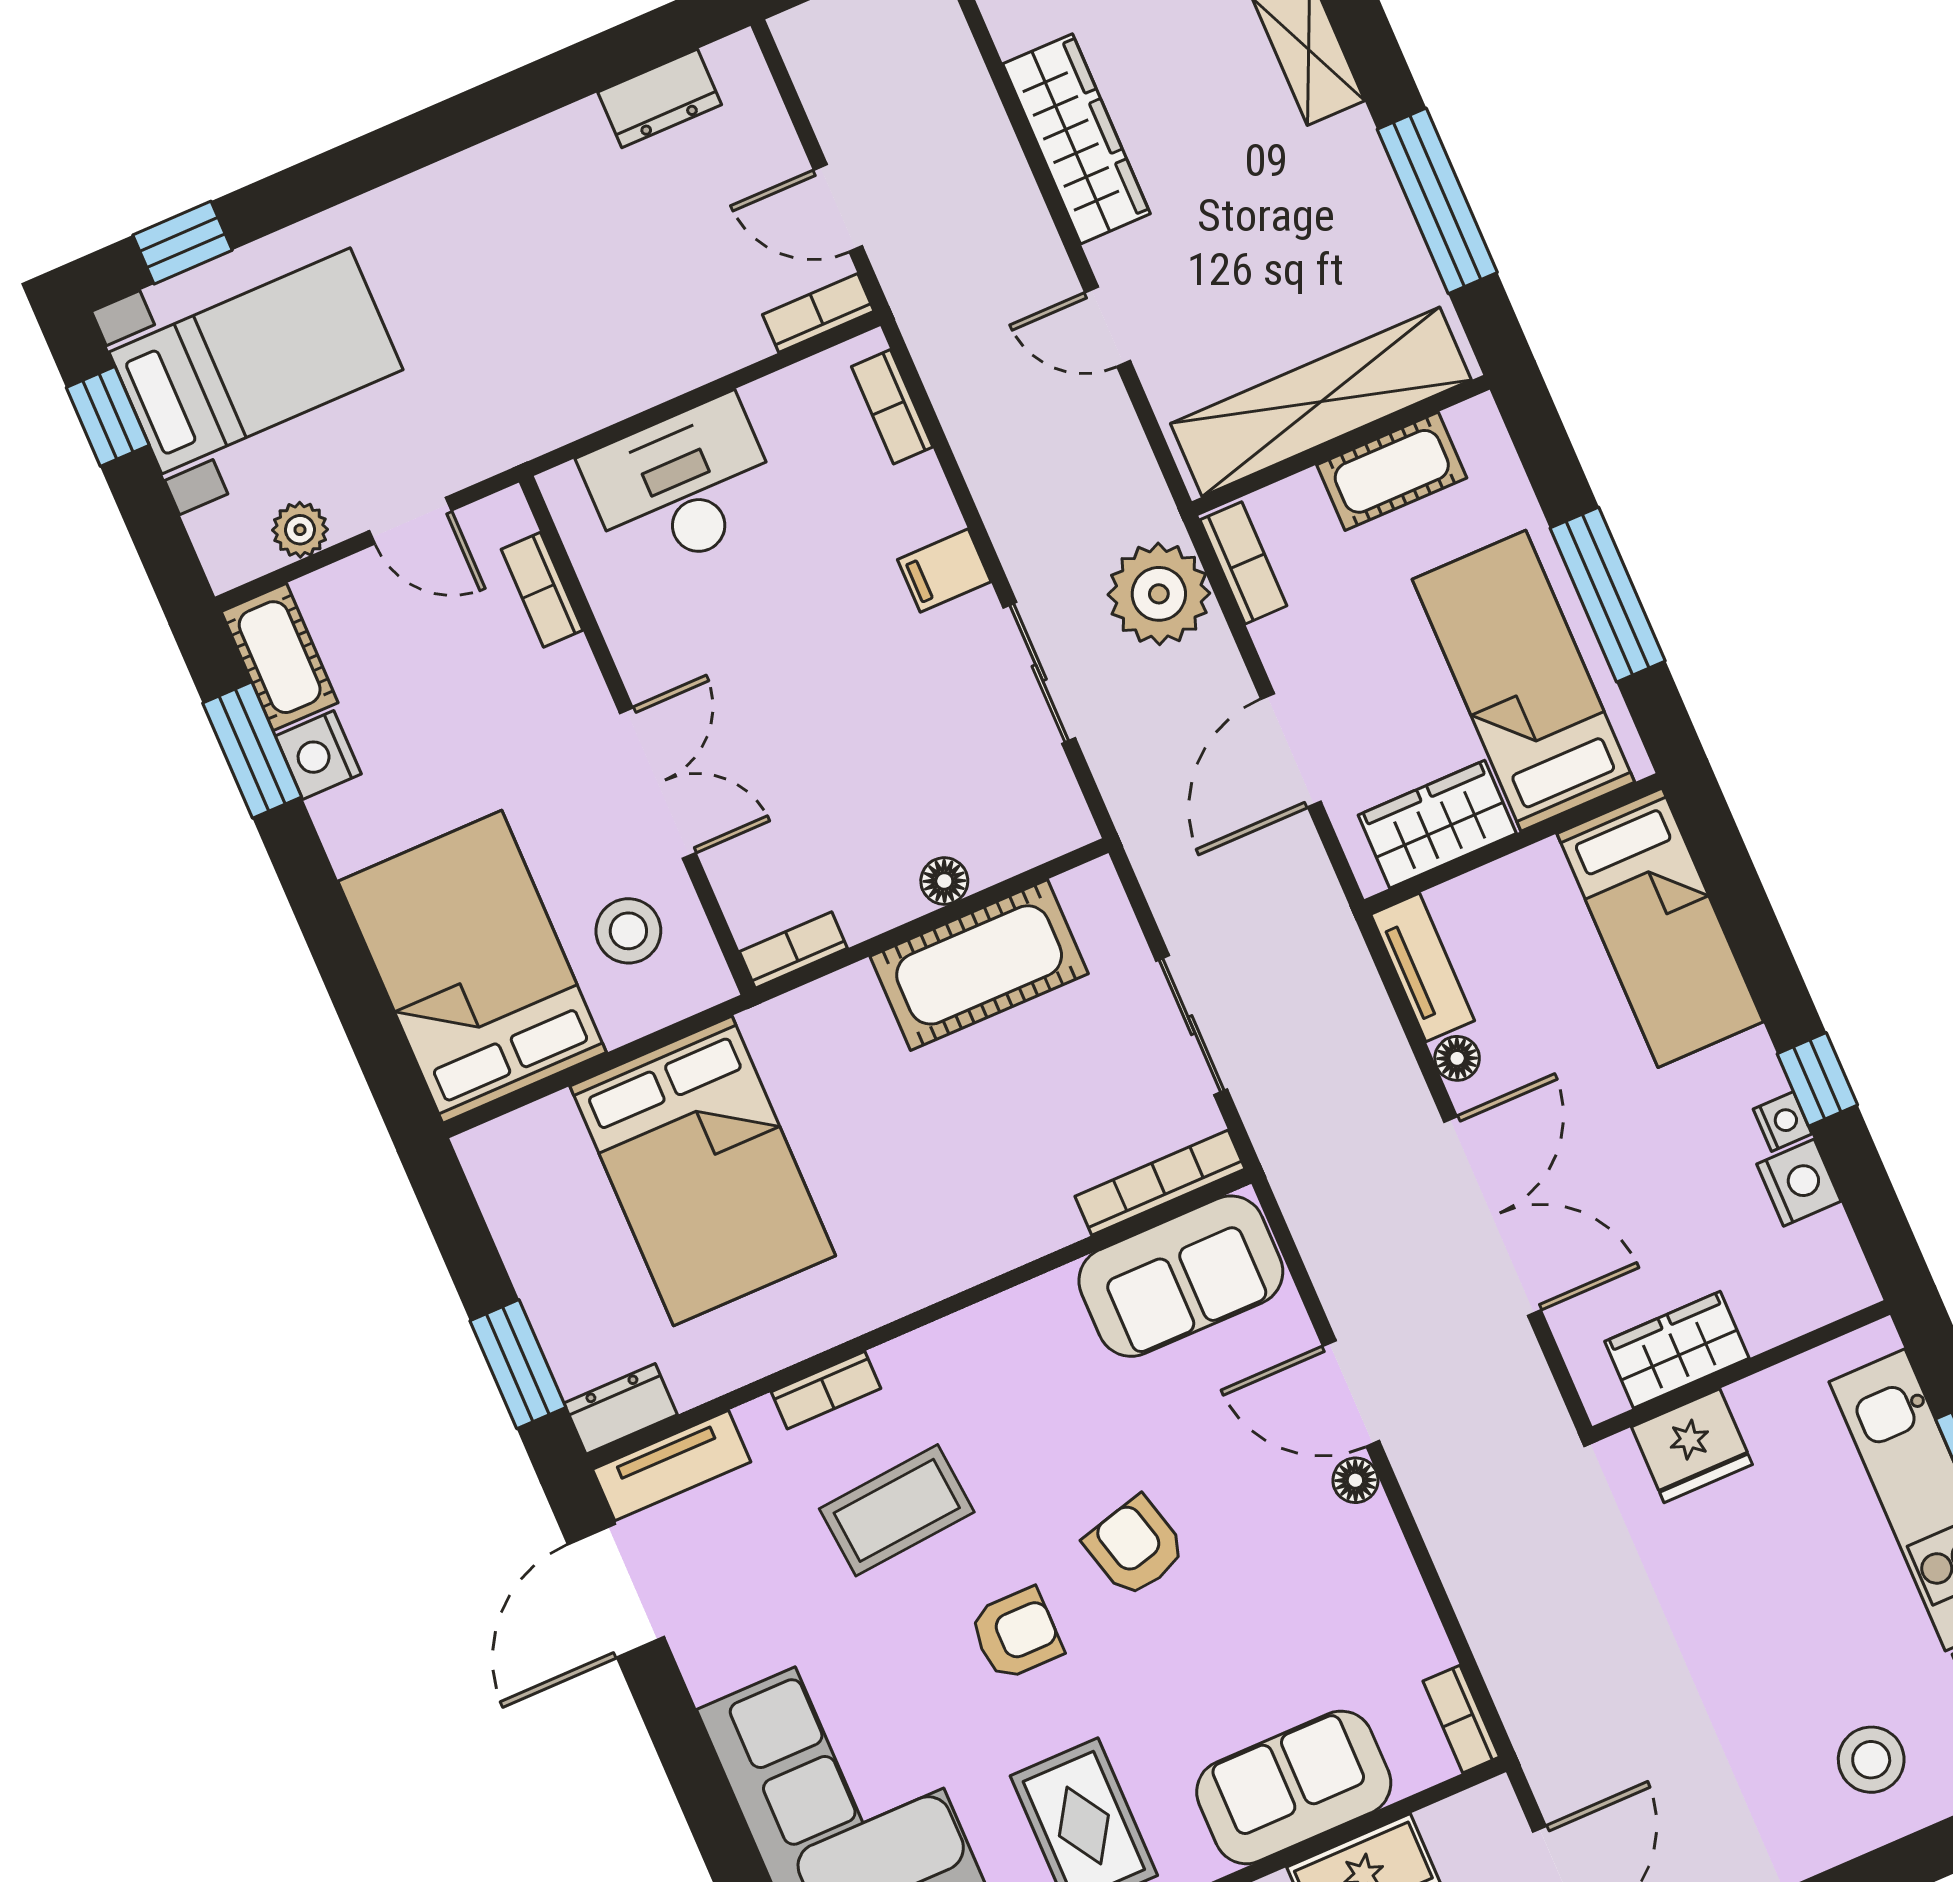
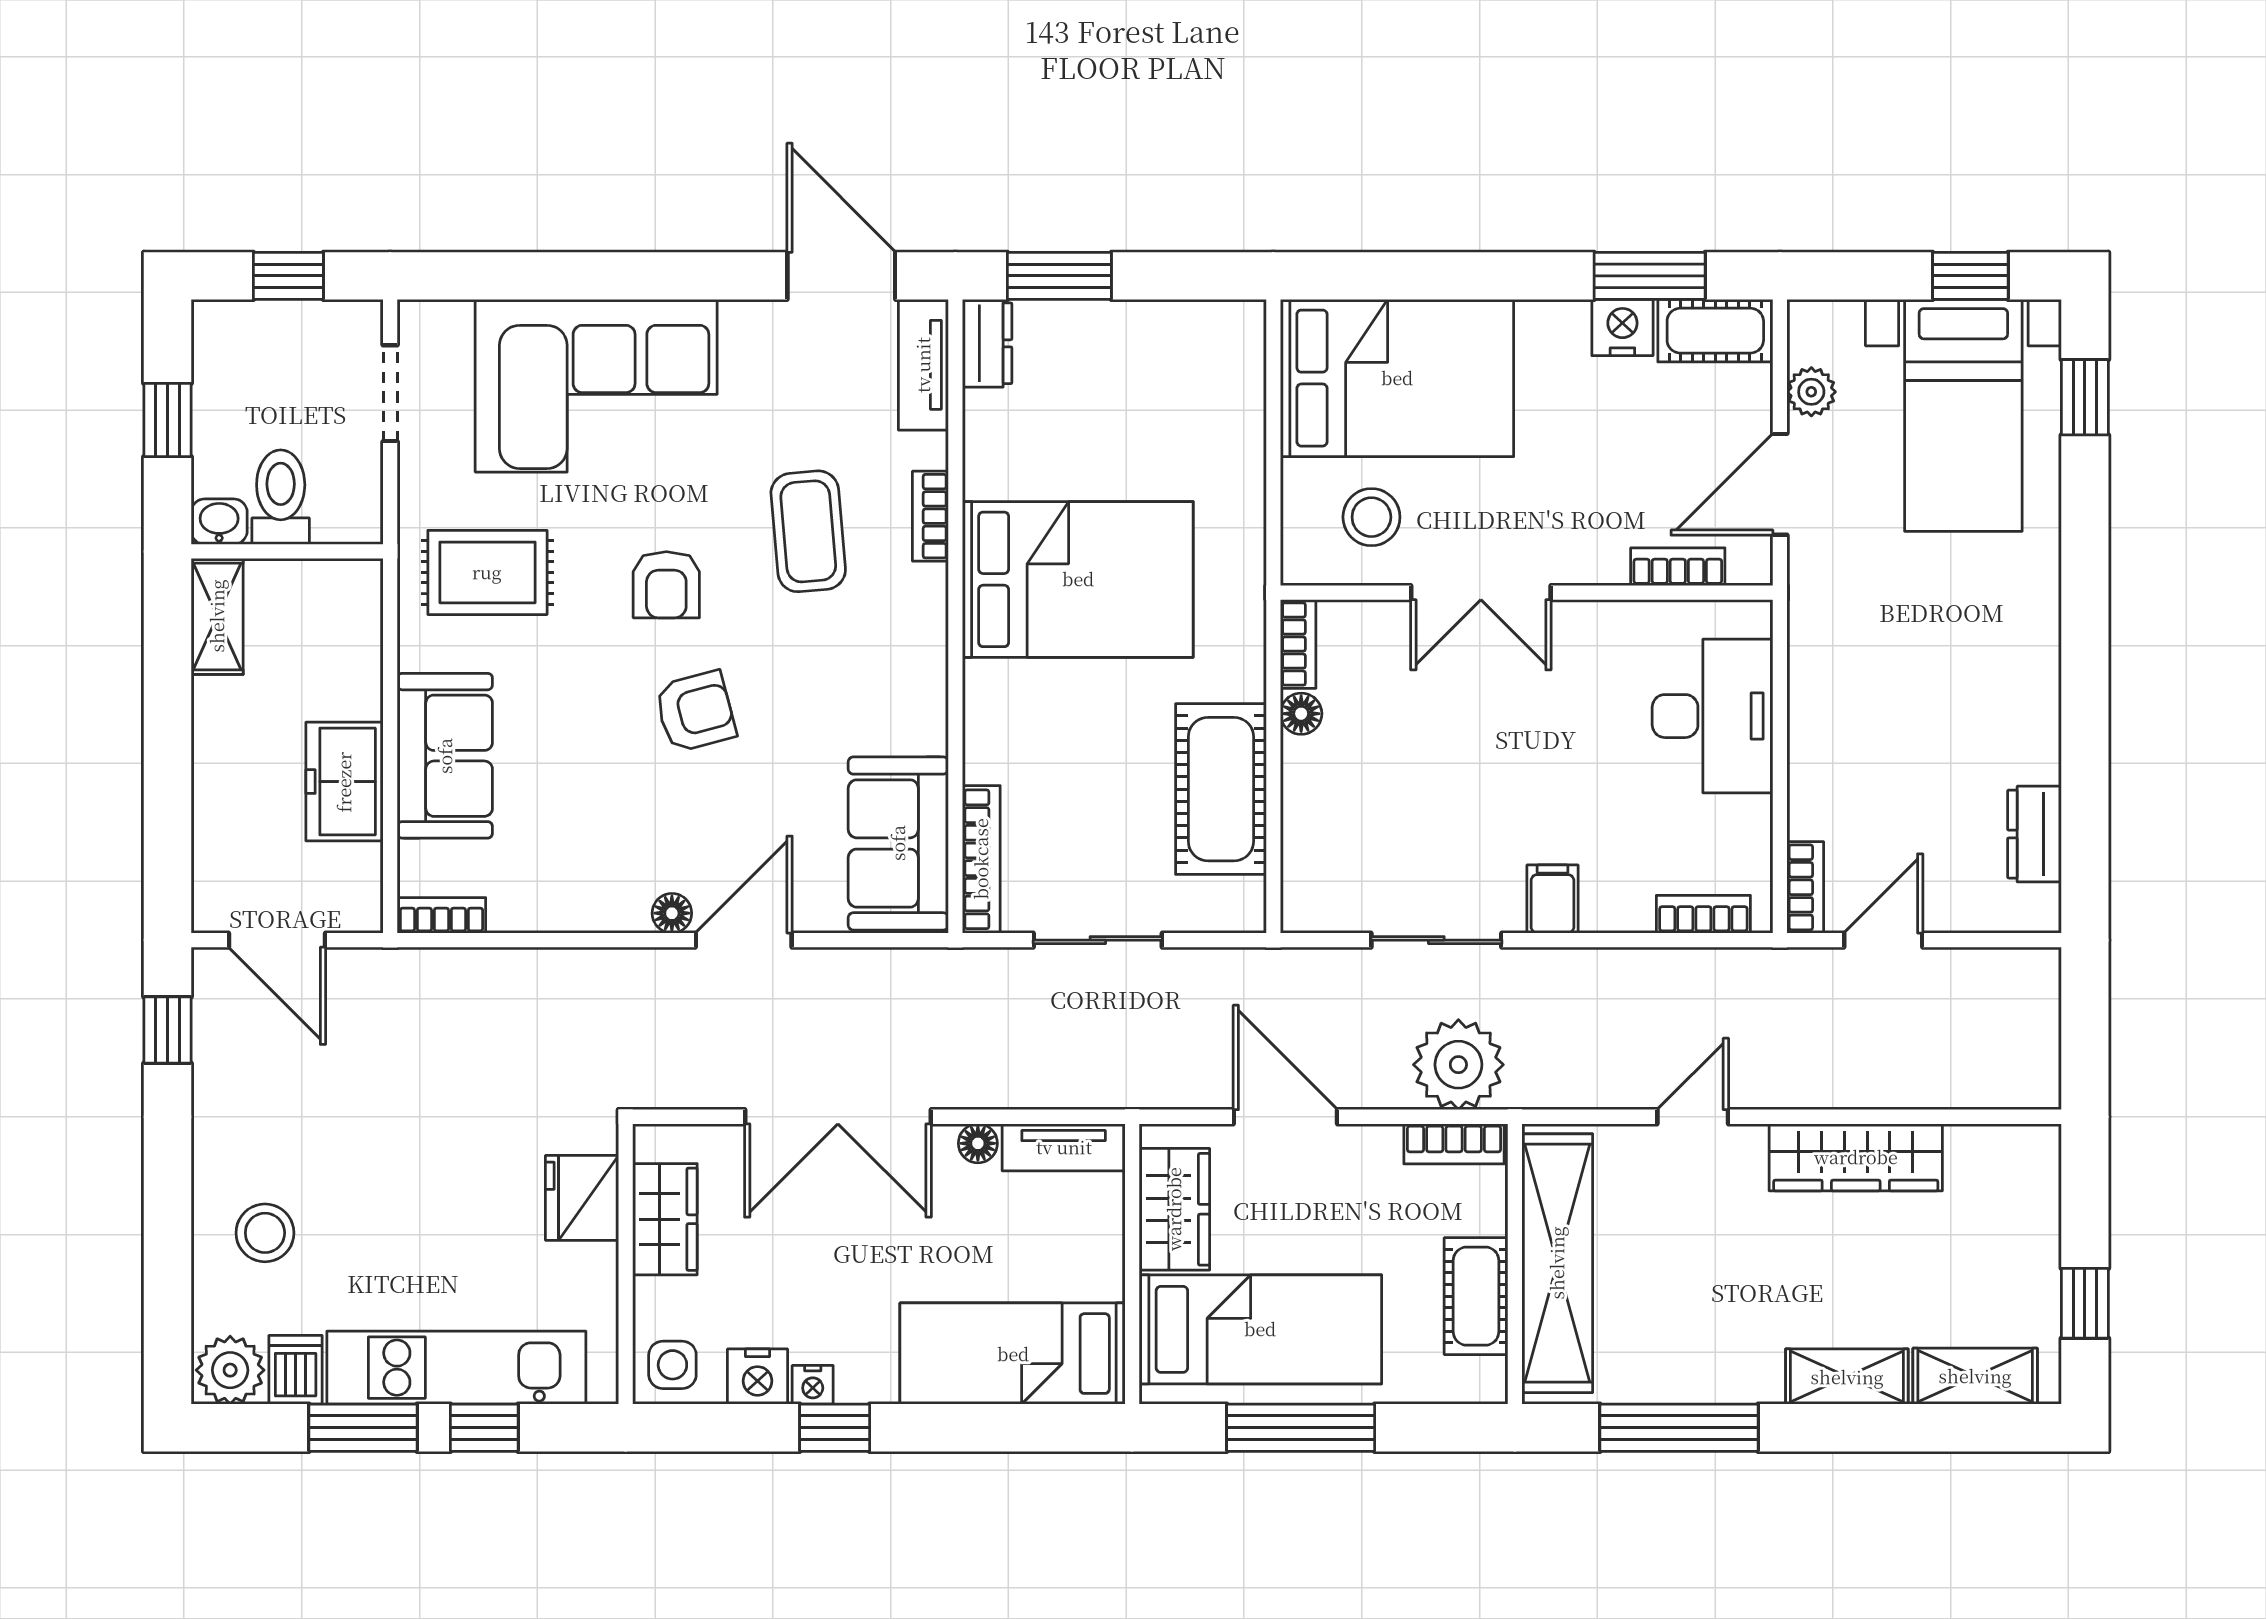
door: (410, 521) -> (1780, 484), width x1.38
floor lamp: (944, 881) -> (1301, 714), moved
bed: (703, 1171) -> (1078, 579), moved, turned 180
side table: (1825, 1276) -> (672, 1365), added

